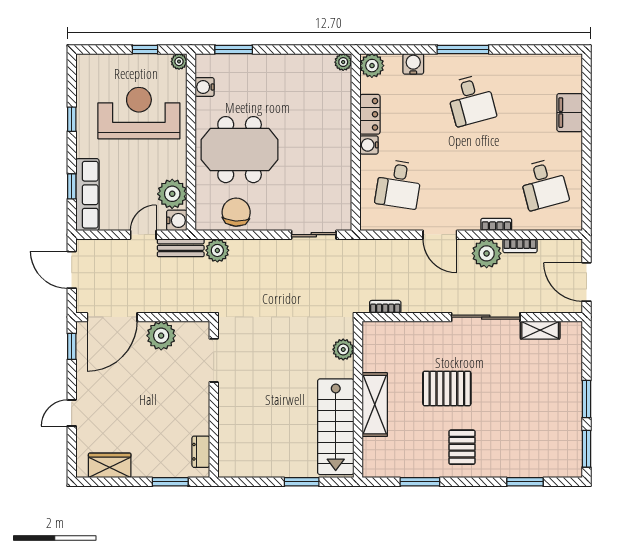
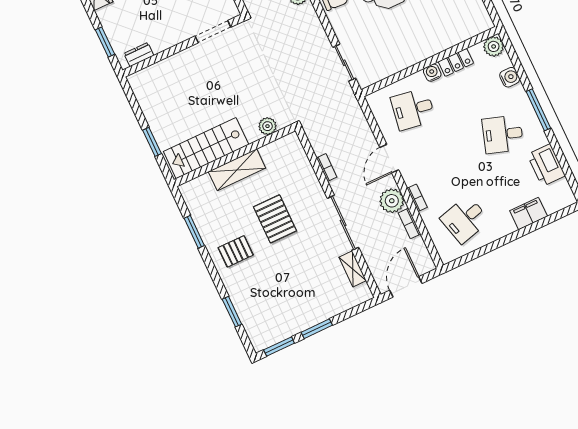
plant: (343, 62) -> (486, 23), removed
printer: (526, 69) -> (546, 165), added
desk: (471, 100) -> (503, 134), turned 33
bookcase: (385, 307) -> (327, 167), moved

